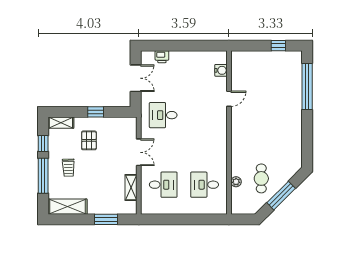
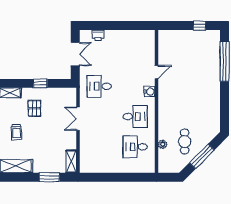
water cooler: (221, 70) -> (150, 92), moved
double door: (139, 152) -> (78, 119), swing flipped
desk: (163, 185) -> (135, 117), moved
shelving: (131, 187) -> (71, 161), moved

